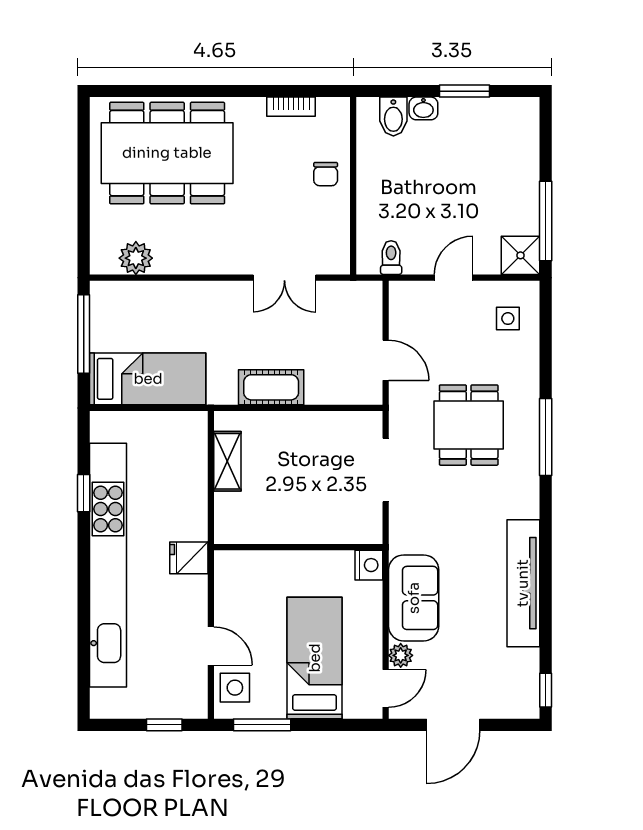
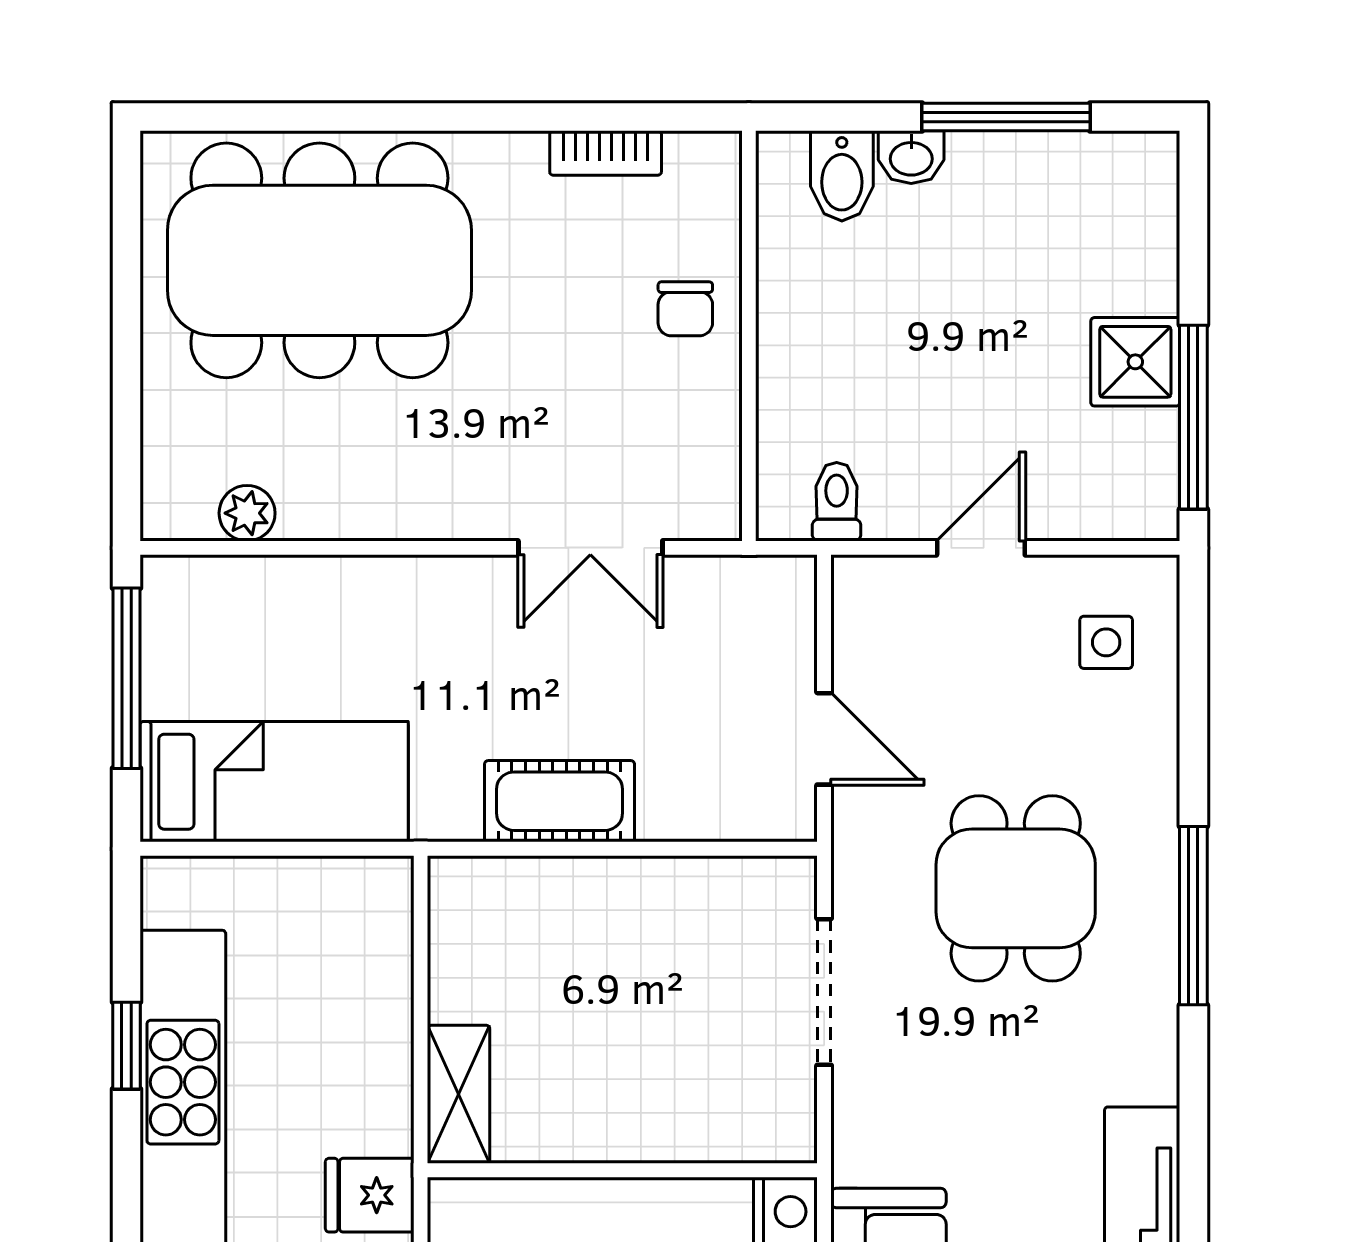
window: (464, 91) -> (1006, 117), width x1.44
shower: (520, 255) -> (1135, 362), moved
plant: (136, 258) -> (247, 513), width x0.73, depth x0.73
shelving: (227, 461) -> (459, 1094), moved

